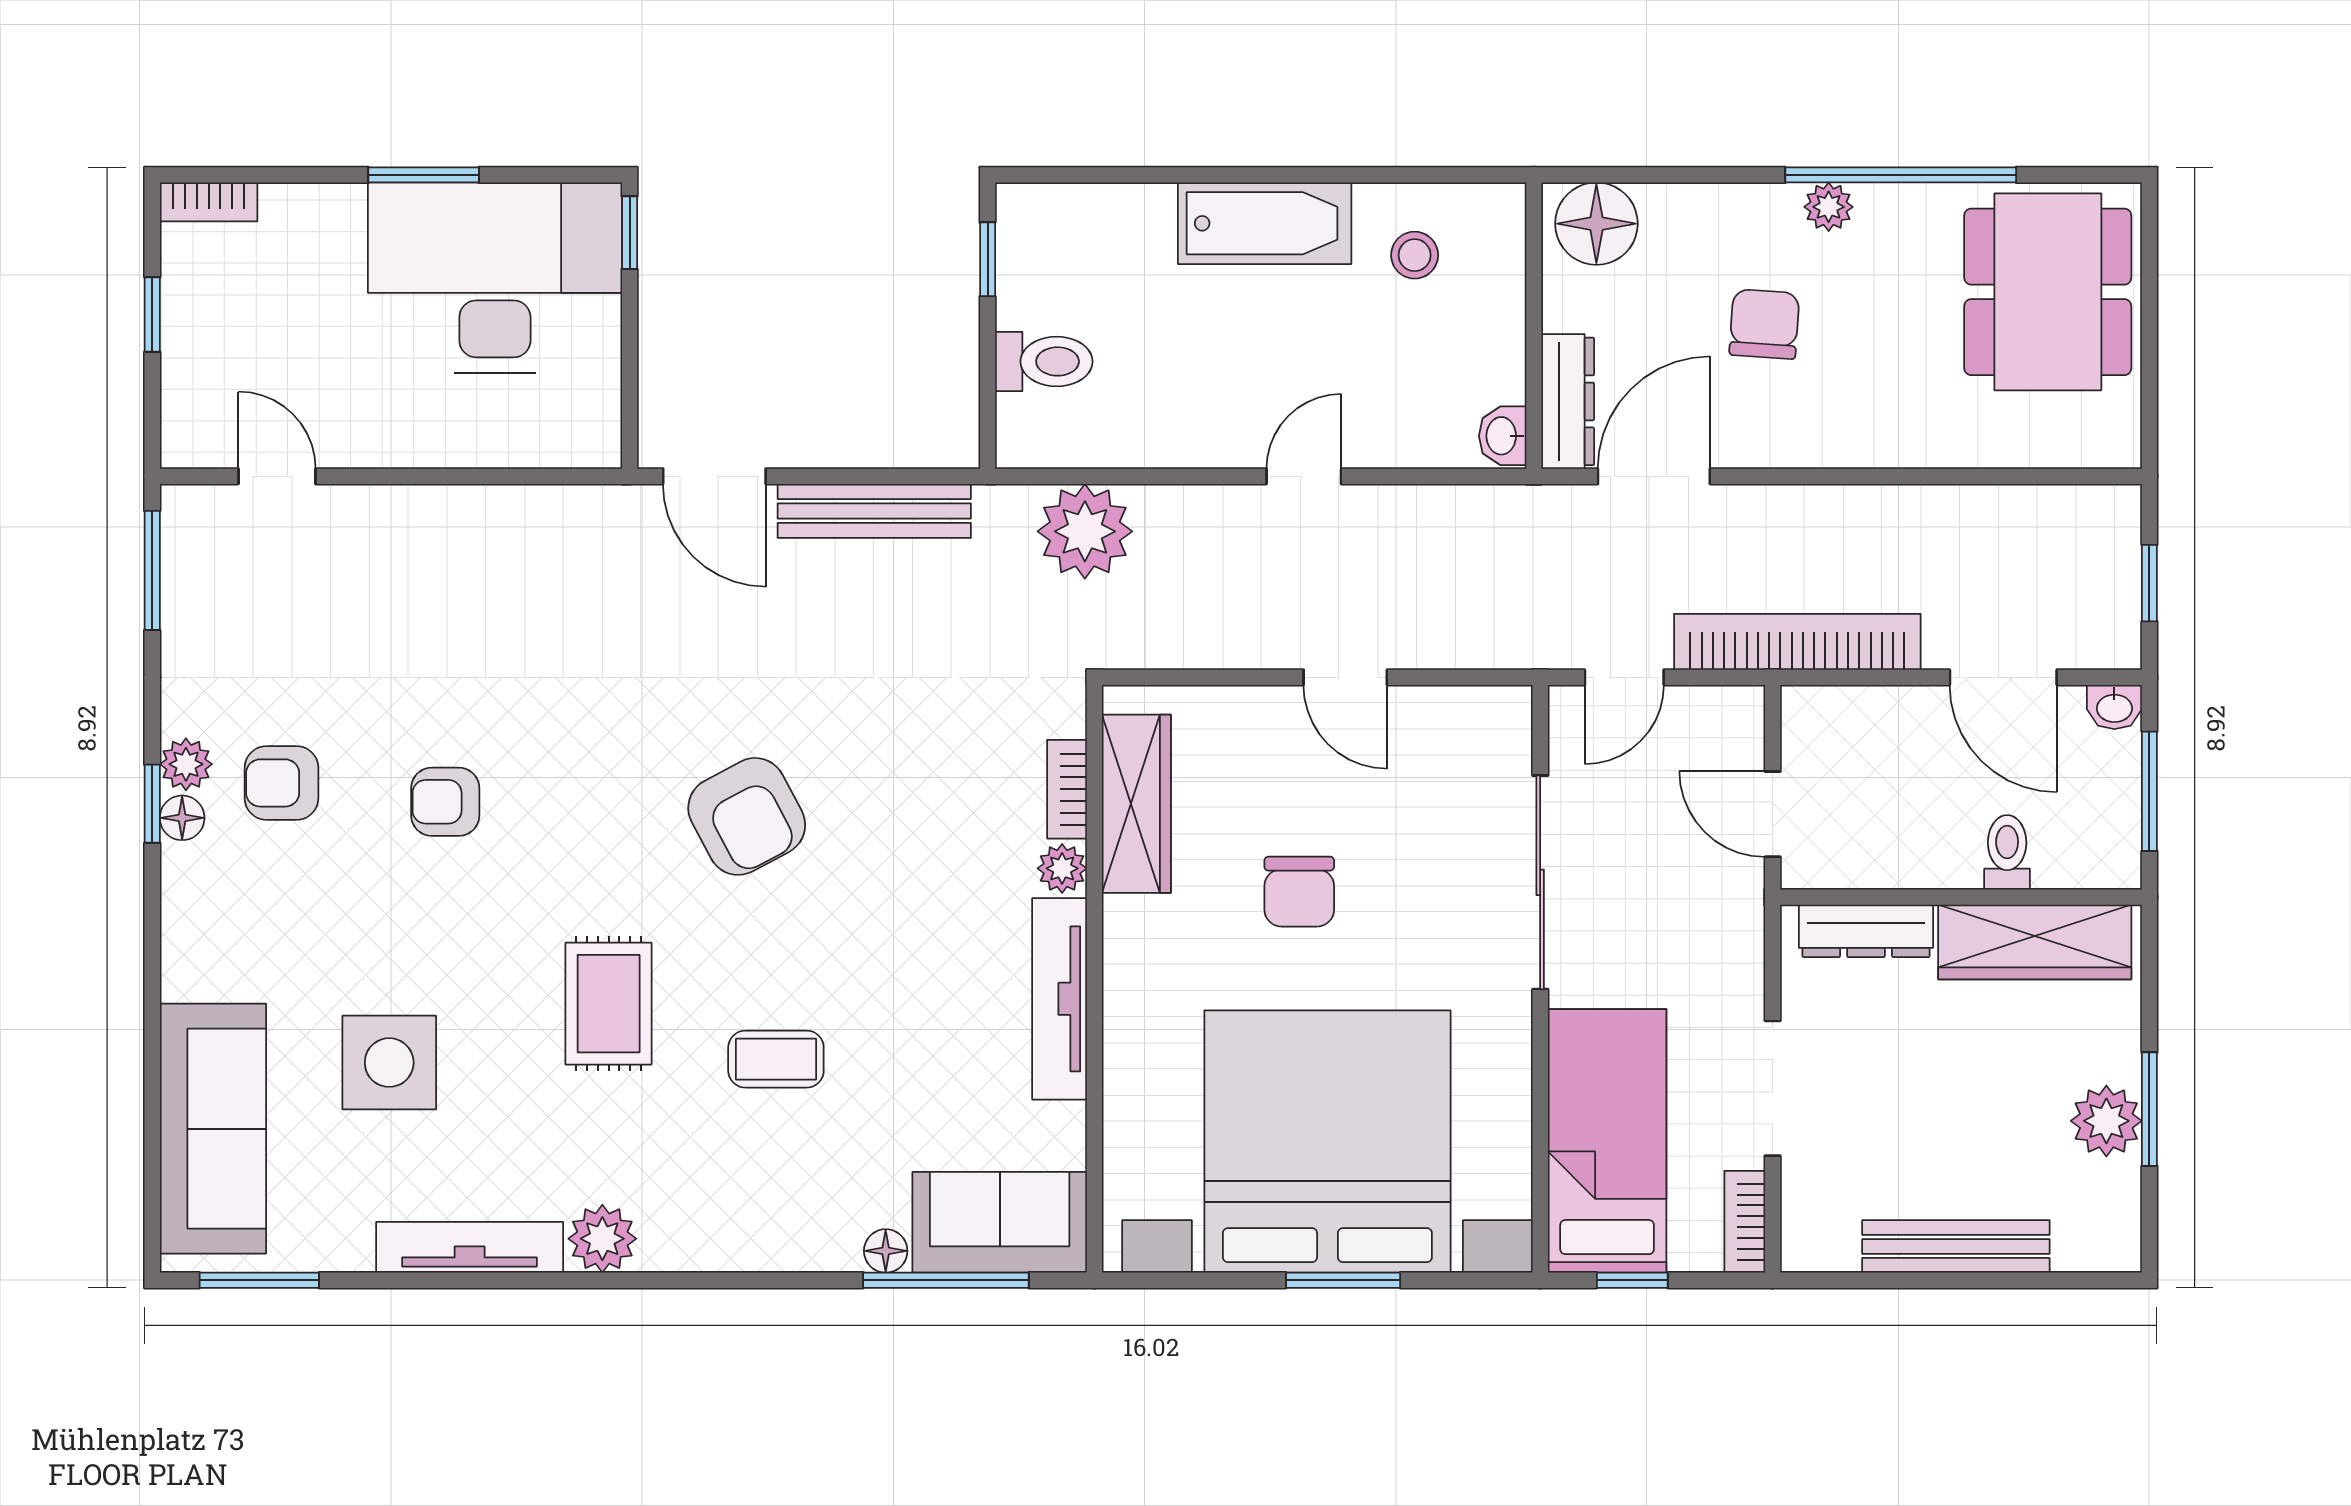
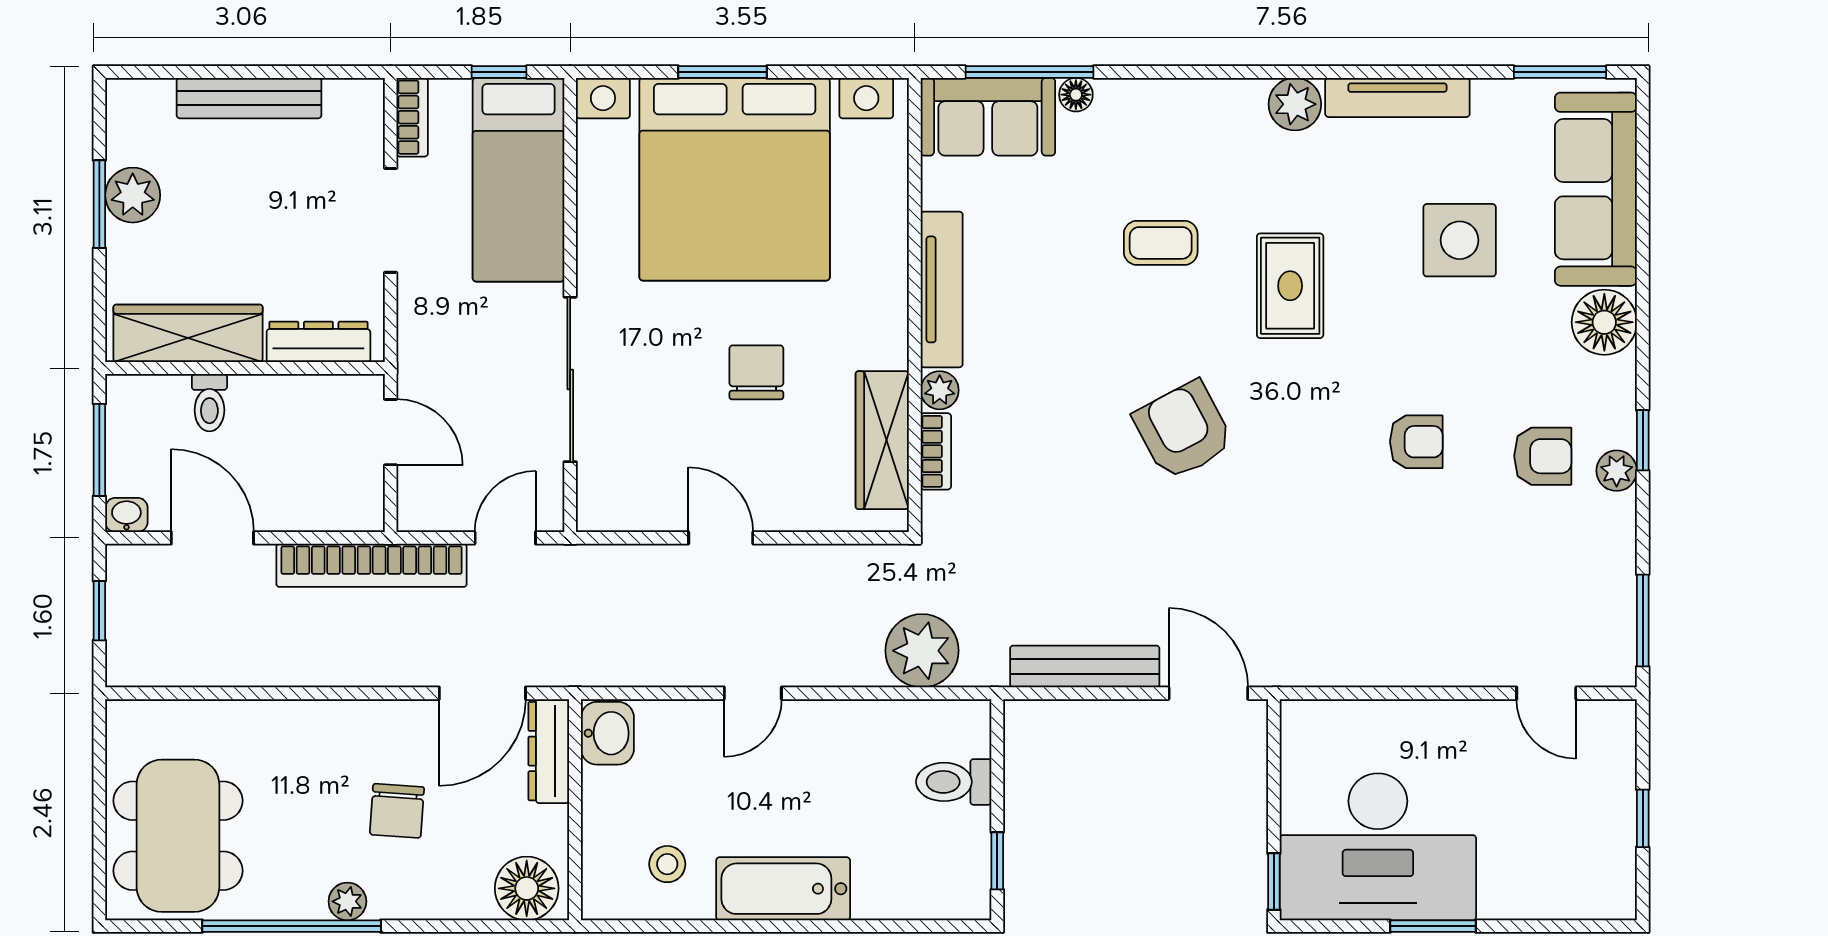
bookcase: (209, 202) -> (1599, 905), removed
washbasin: (1503, 436) -> (607, 733), width x1.38, depth x1.45
floor lamp: (182, 818) -> (1604, 322), moved, width x1.89, depth x1.89

